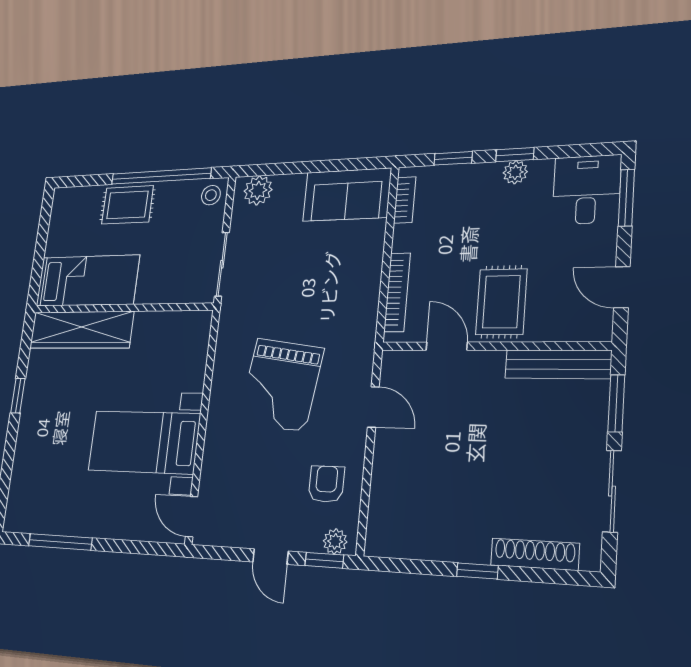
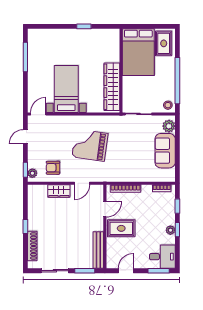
sofa: (347, 195) -> (165, 151), moved
rug: (127, 205) -> (164, 43), moved
bed: (87, 281) -> (138, 52), width x1.50
wardrobe: (81, 330) -> (112, 87), moved
wardrobe: (388, 470) -> (59, 191), added
armchair: (326, 484) -> (53, 168), turned 180
door: (270, 557) -> (25, 137), moved

